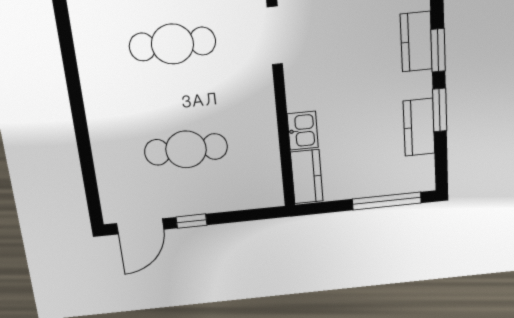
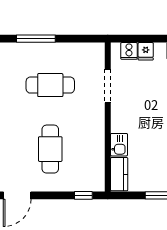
cafe table: (186, 149) -> (50, 149), turned 90
window: (191, 221) -> (83, 195), moved

